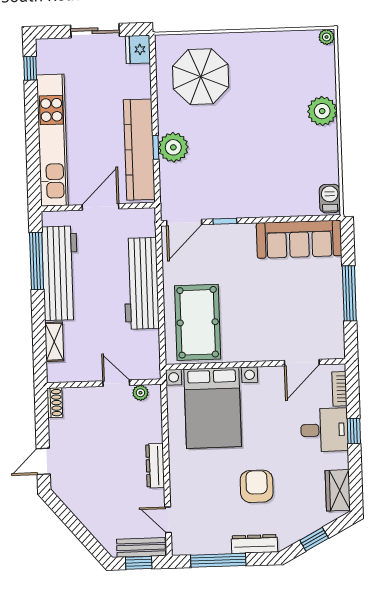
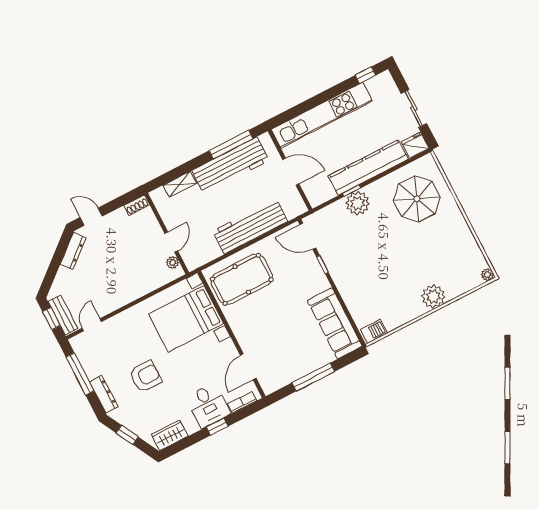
kitchen counter: (139, 150) -> (368, 168), moved
door: (302, 363) -> (248, 367), hinge flipped
dresser: (155, 466) -> (73, 251), moved, turned 140

